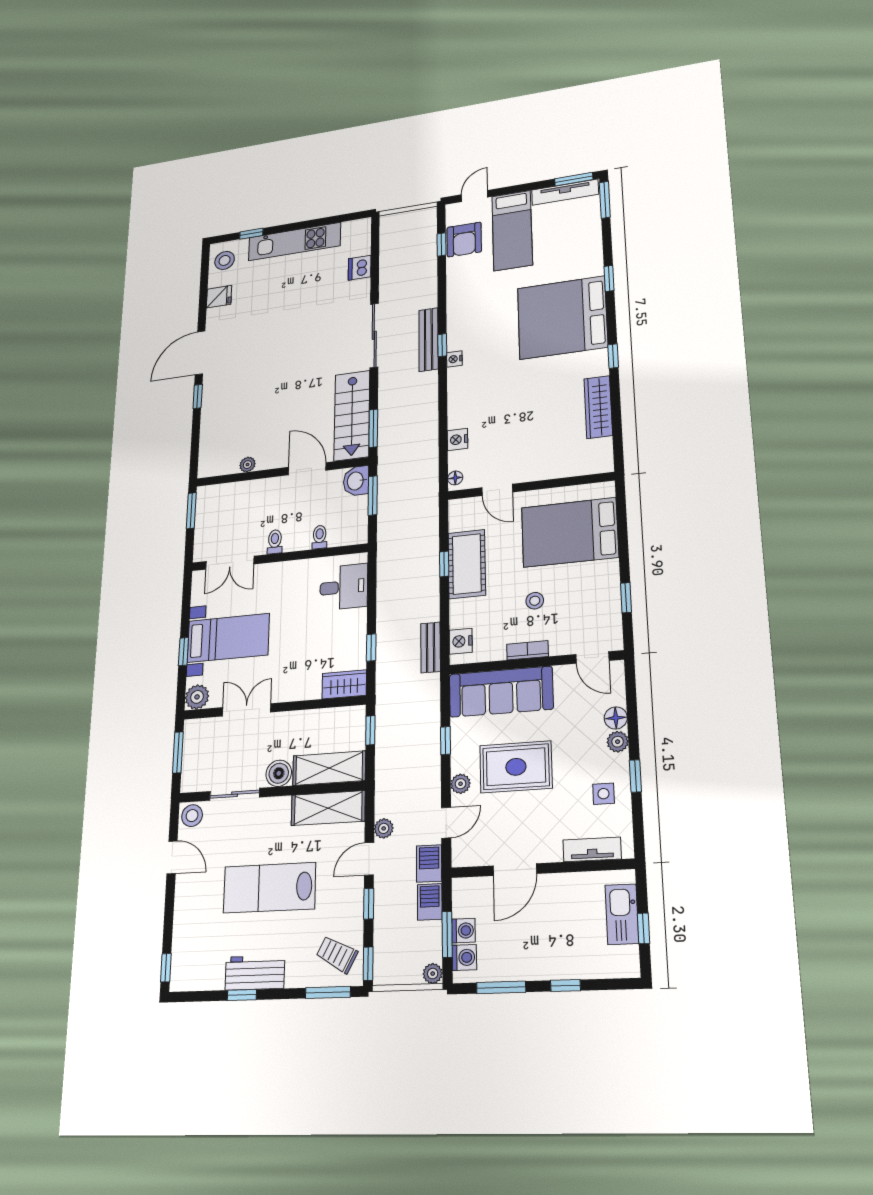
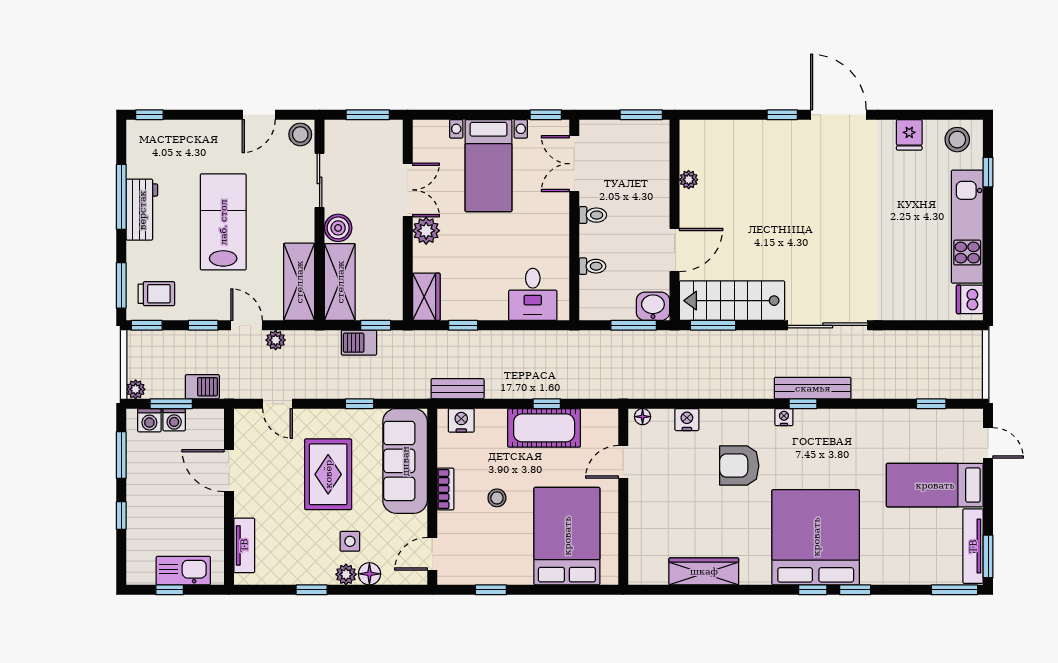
armchair: (464, 240) -> (739, 466), moved
dishwasher: (360, 268) -> (970, 299), moved, turned -90
window: (613, 356) -> (813, 590), moved
window: (183, 652) -> (546, 115), moved
plant: (197, 697) -> (426, 231), moved
plant: (461, 784) -> (315, 418), removed
side table: (603, 794) -> (350, 541), moved
barbecue: (429, 864) -> (359, 343), moved, turned 180
trolley: (337, 954) -> (156, 294), turned 62
window: (242, 995) -> (121, 197), width x2.17

